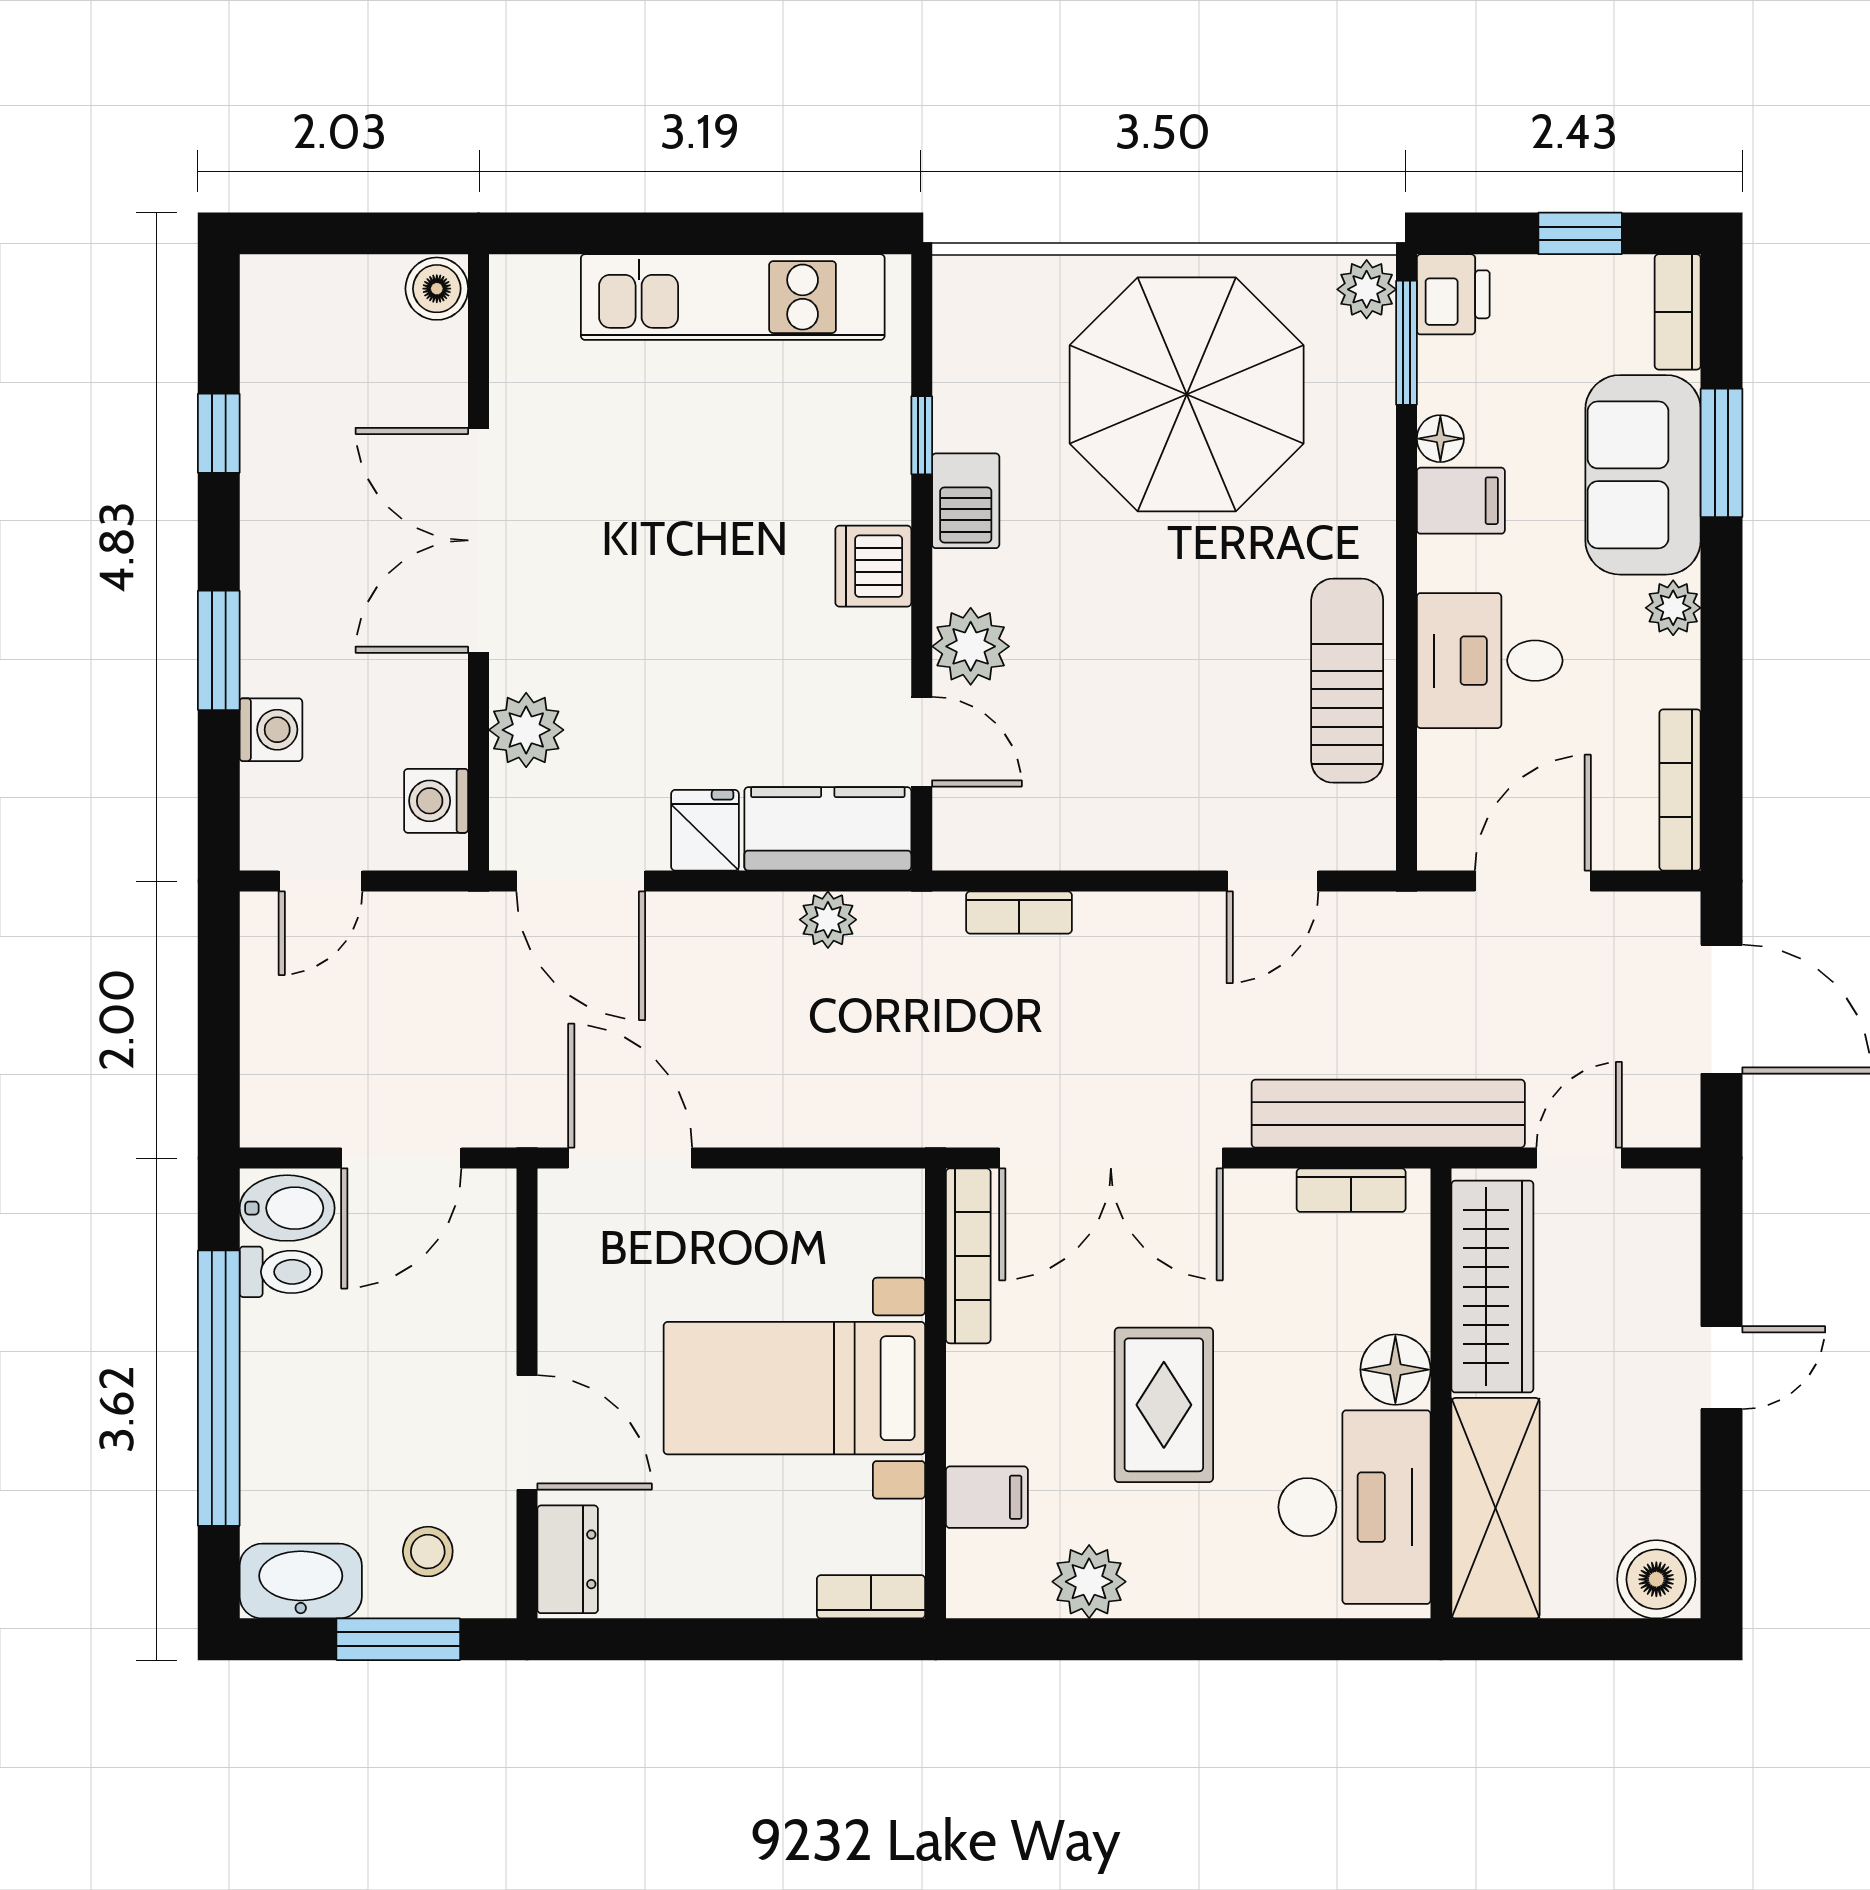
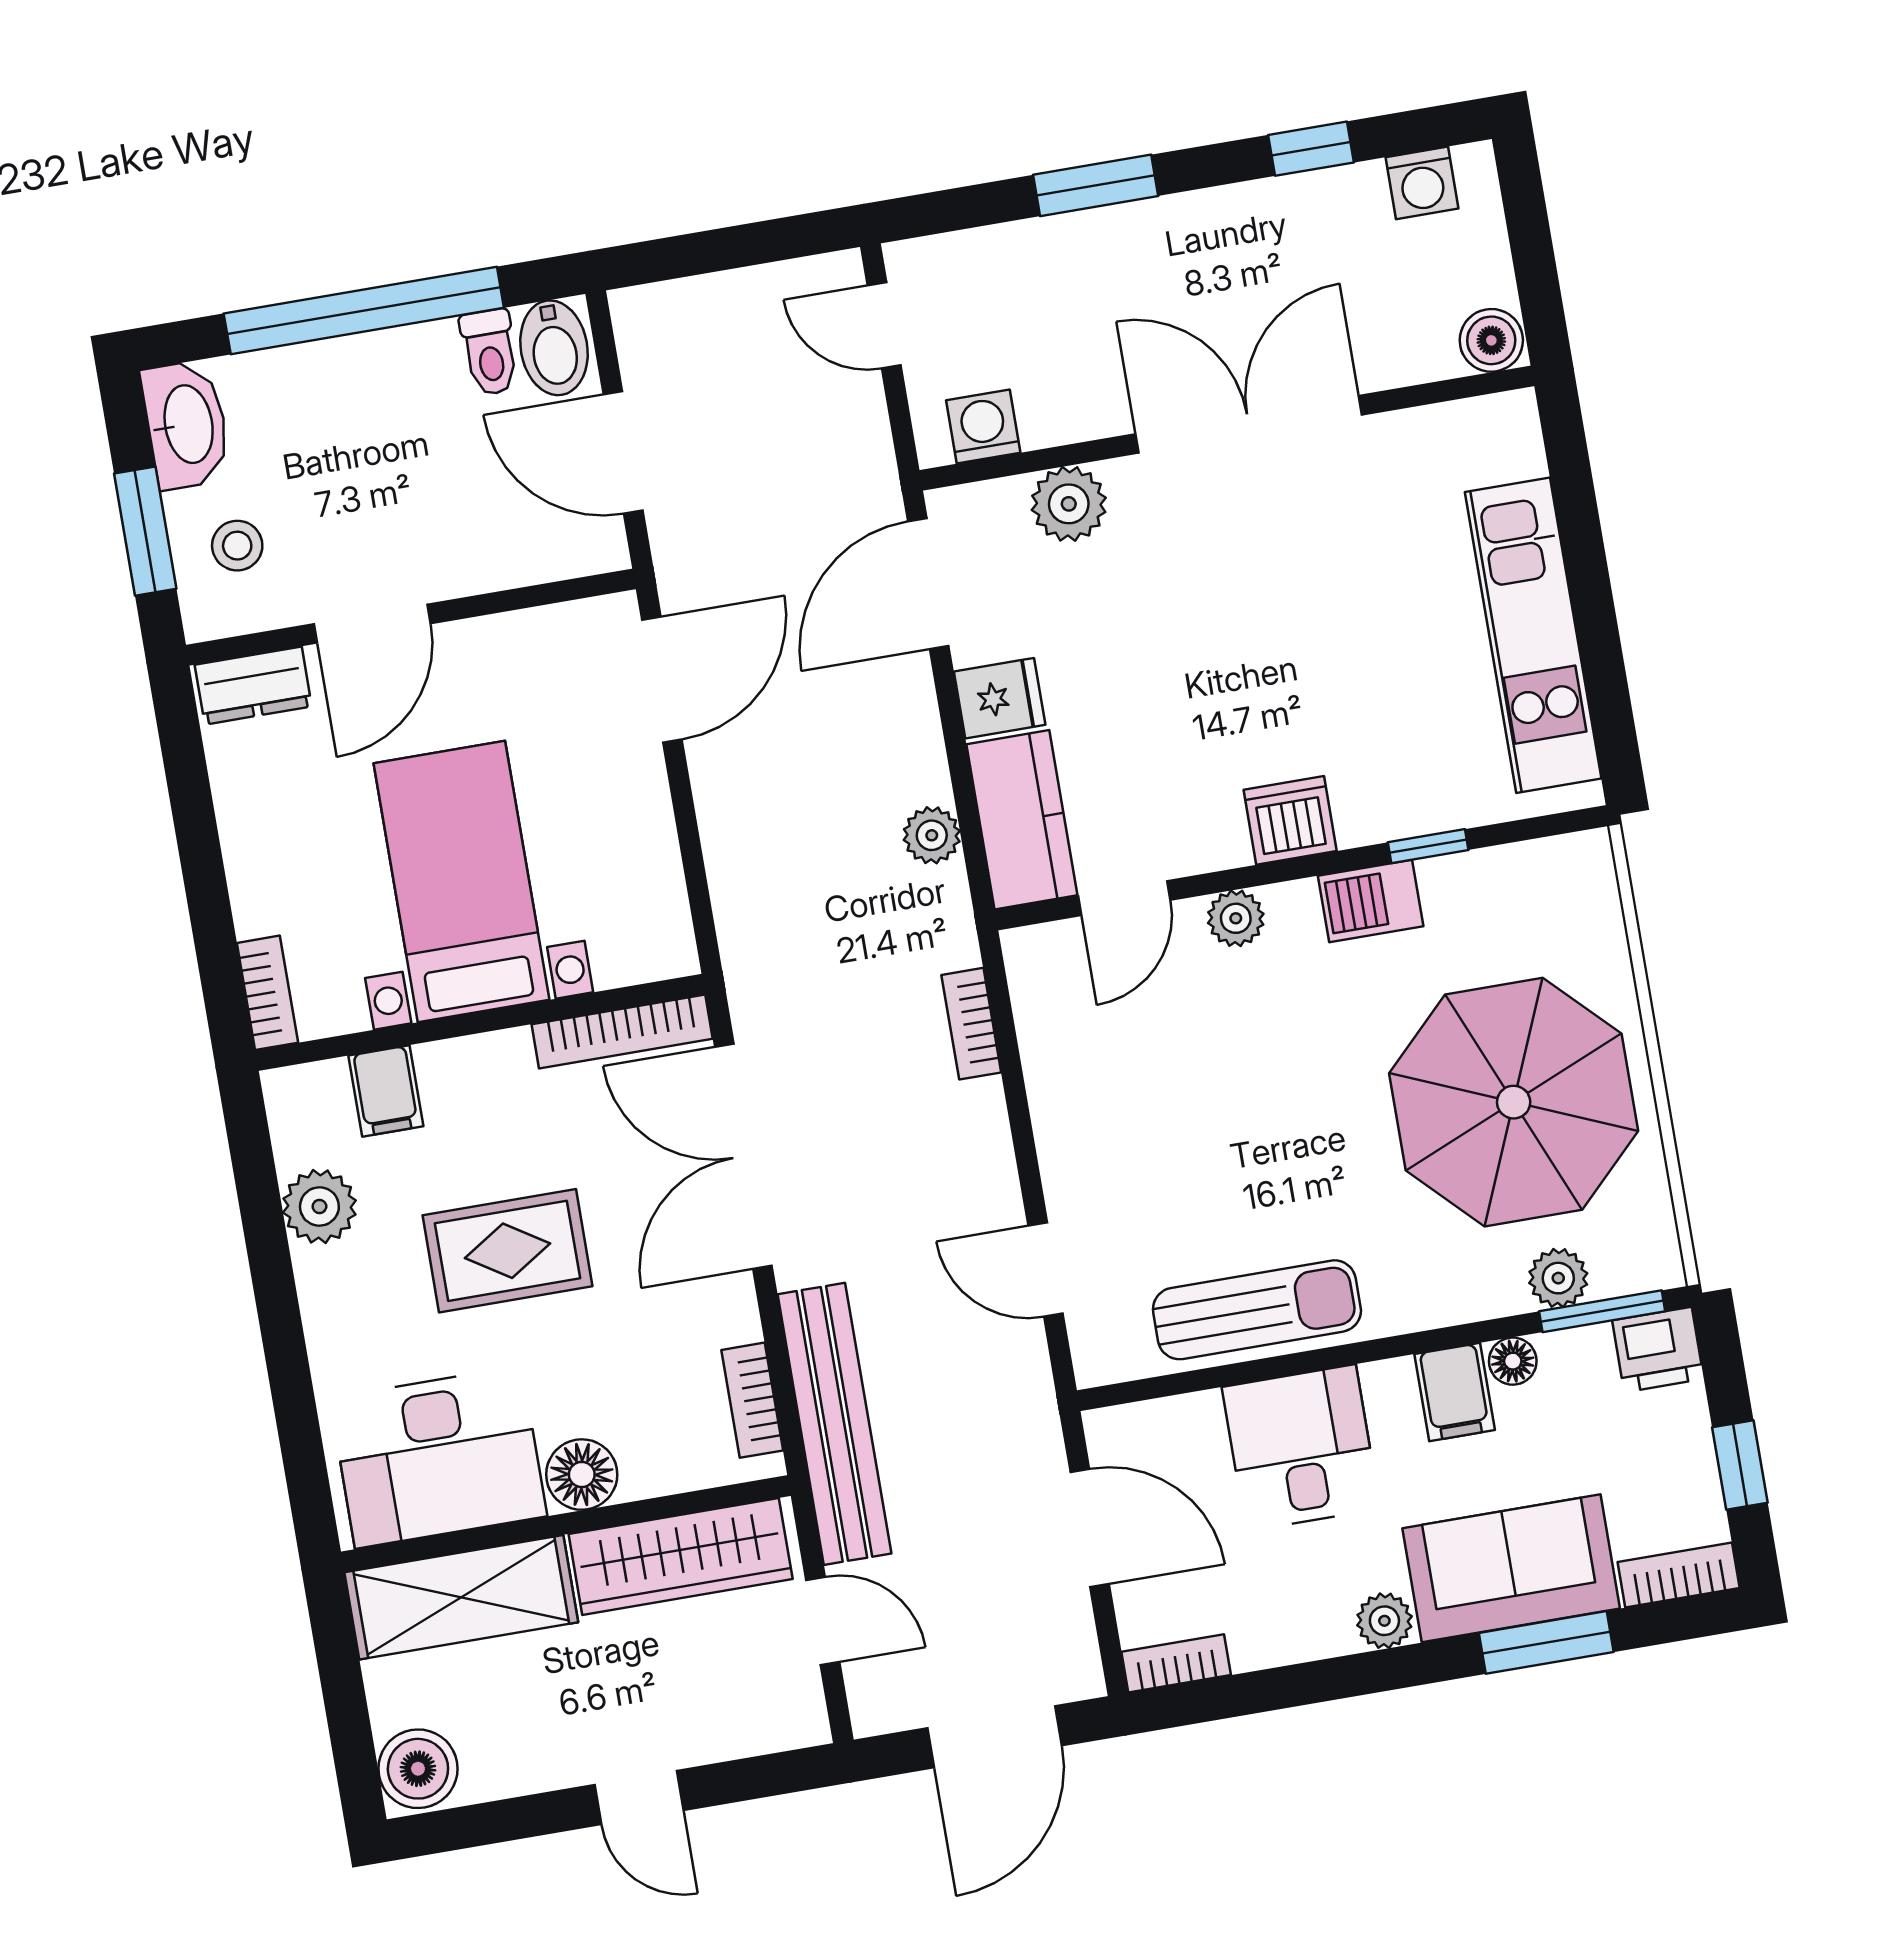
plant: (1367, 289) -> (1558, 1278), moved
plant: (971, 646) -> (1236, 918), width x0.73, depth x0.73
washing machine: (271, 730) -> (1422, 183), moved
bookcase: (1680, 790) -> (1176, 1663), width x0.64

